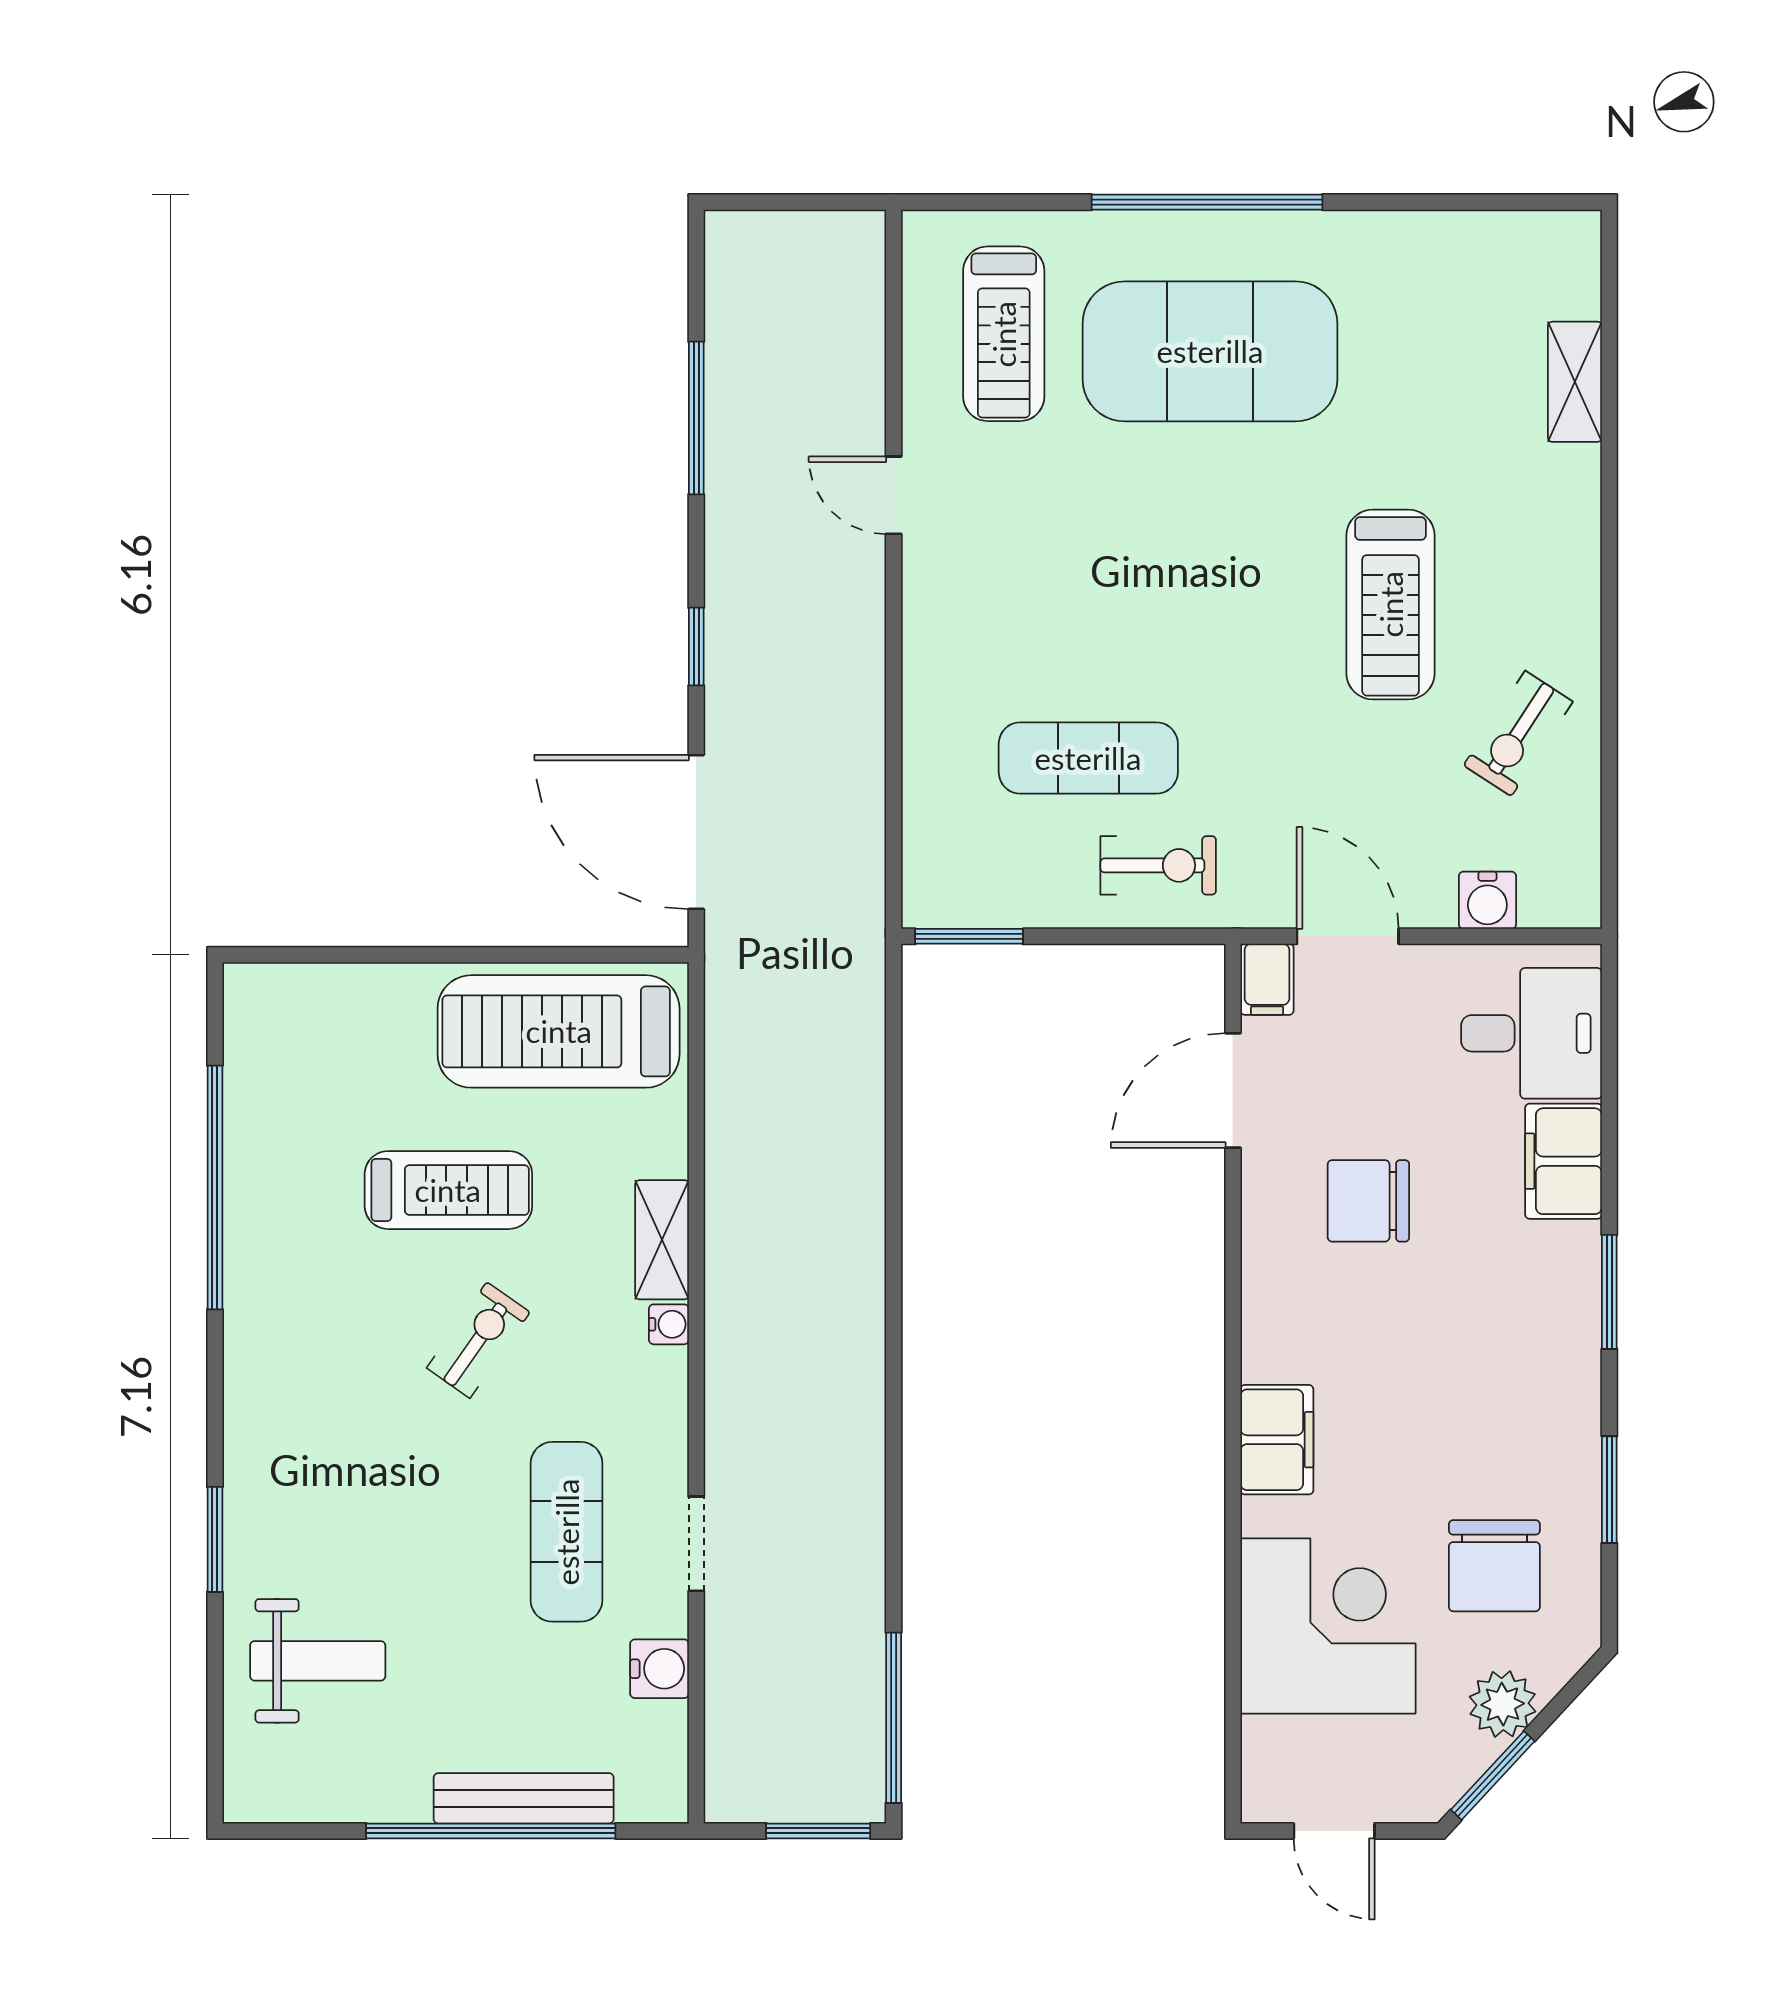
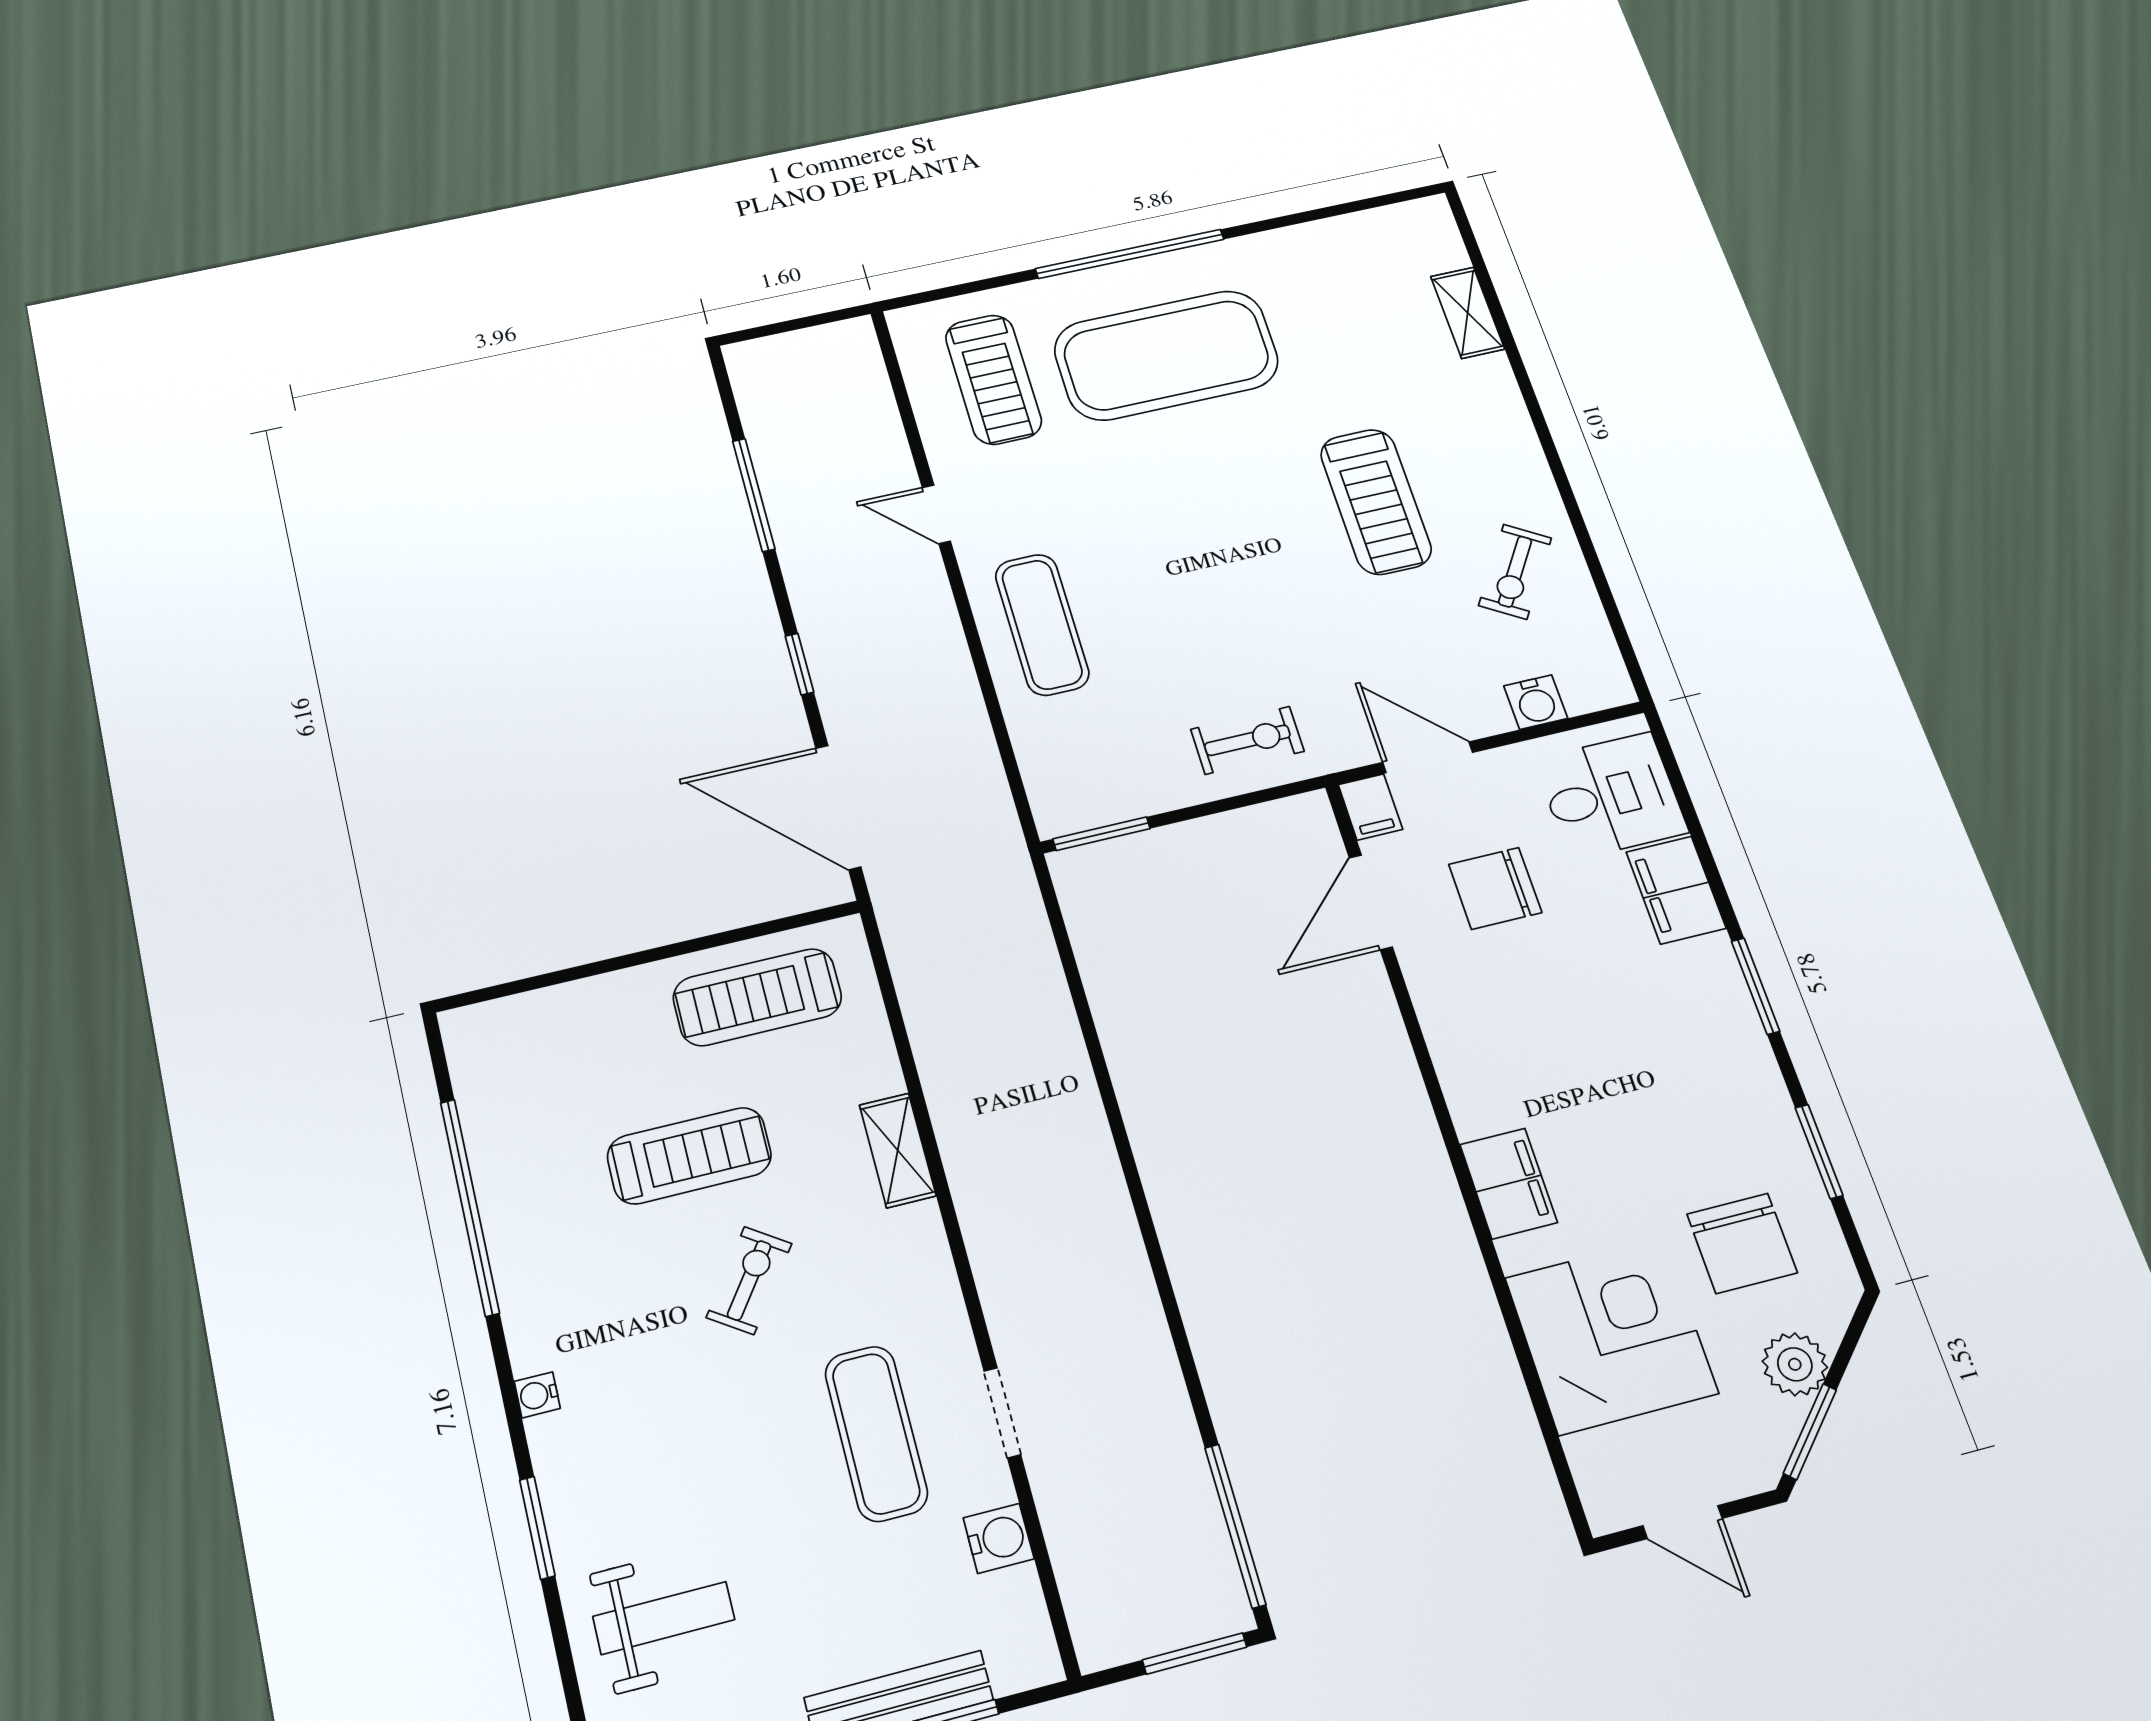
exercise mat: (1088, 758) -> (1042, 624), moved, turned 90
treadmill: (559, 1031) -> (757, 997), width x0.73, depth x0.73
chair: (1368, 1201) -> (1495, 888), moved
water cooler: (669, 1324) -> (537, 1395), moved, turned 180

